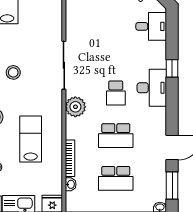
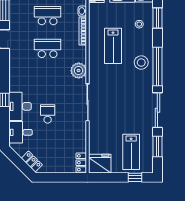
stool: (13, 72) -> (126, 97), removed
desk: (152, 88) -> (20, 106), moved
school desk: (116, 93) -> (48, 114), moved

